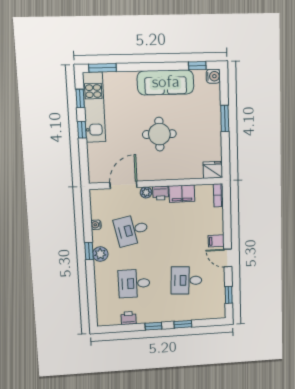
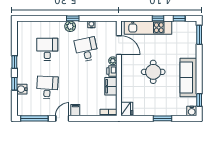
kitchen unit: (94, 107) -> (148, 28), moved
window: (229, 295) -> (34, 118), width x2.17
water cooler: (190, 314) -> (22, 89), added
printer: (128, 318) -> (22, 44), removed

